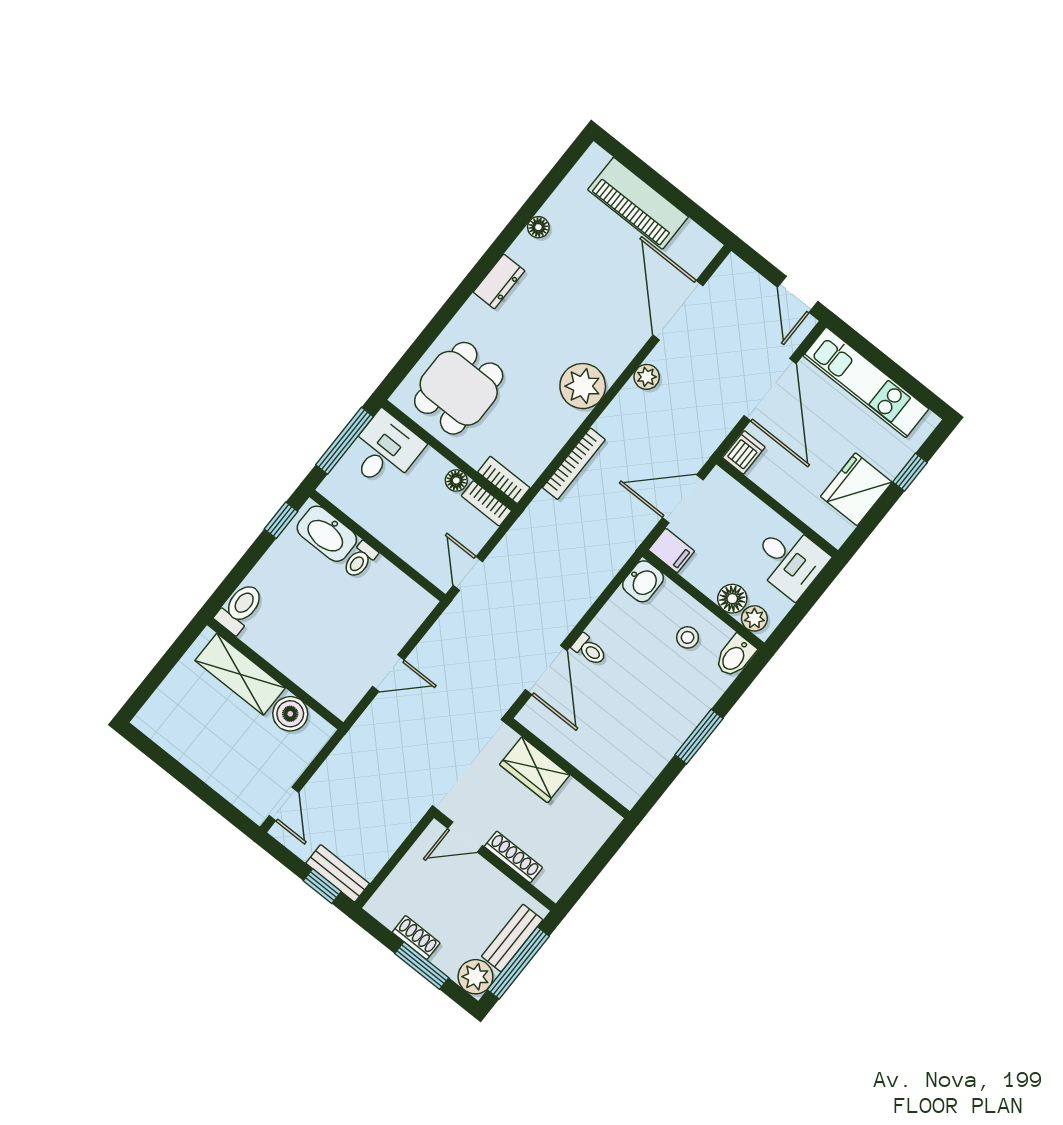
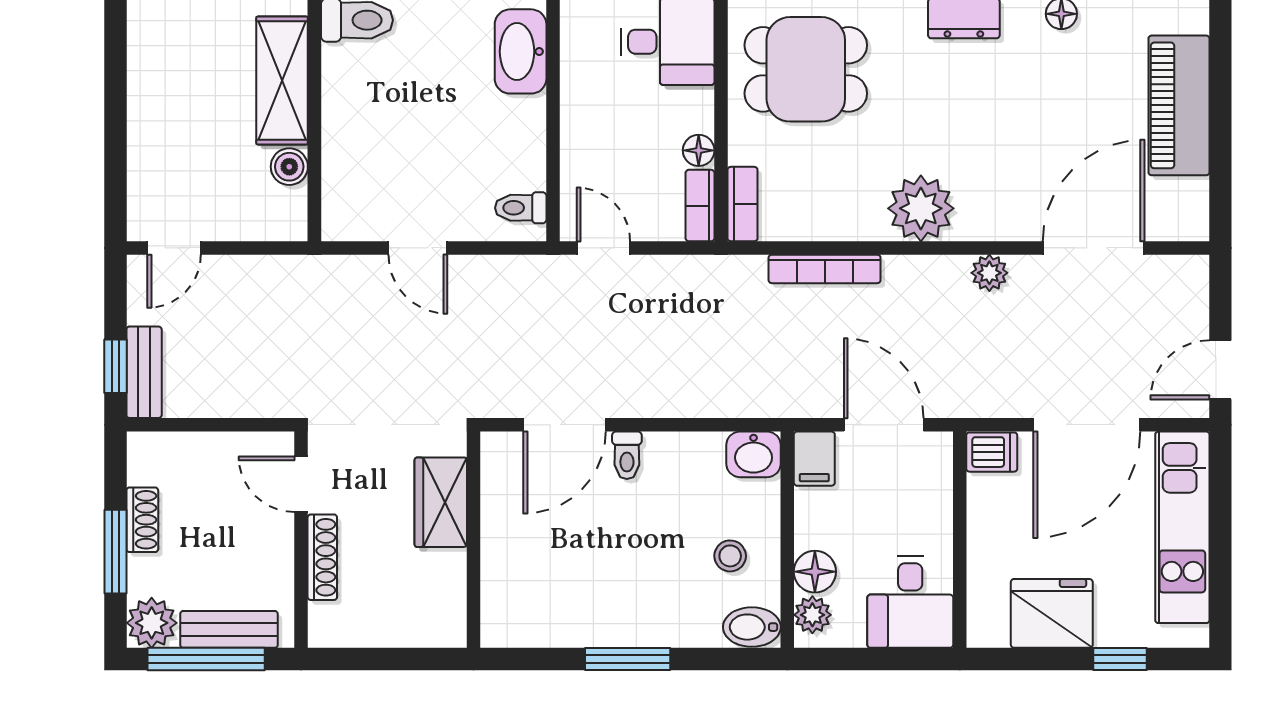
toilet: (360, 560) -> (521, 208), moved
door: (468, 573) -> (603, 248), hinge flipped
boiler: (290, 714) -> (289, 167), width x0.73, depth x0.73

